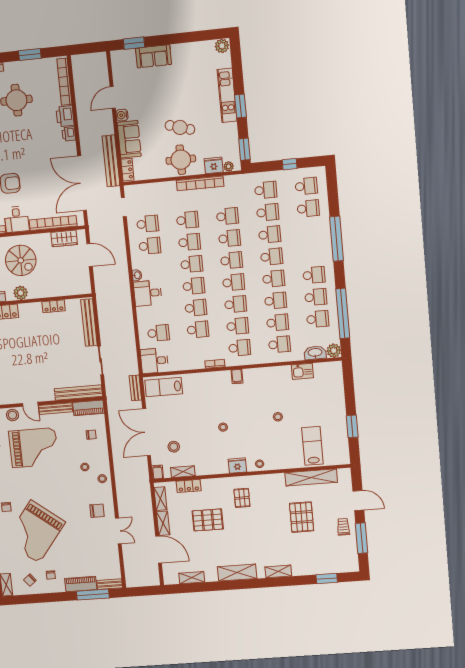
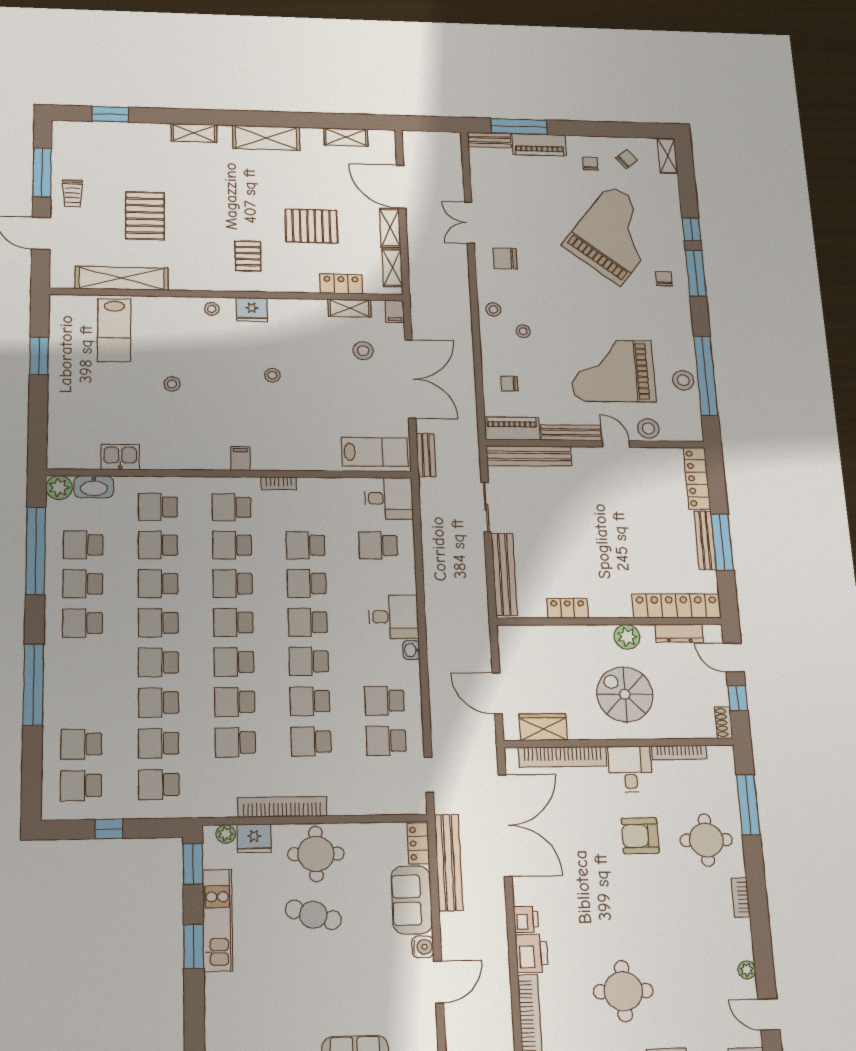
kitchen unit: (227, 95) -> (218, 920), moved

